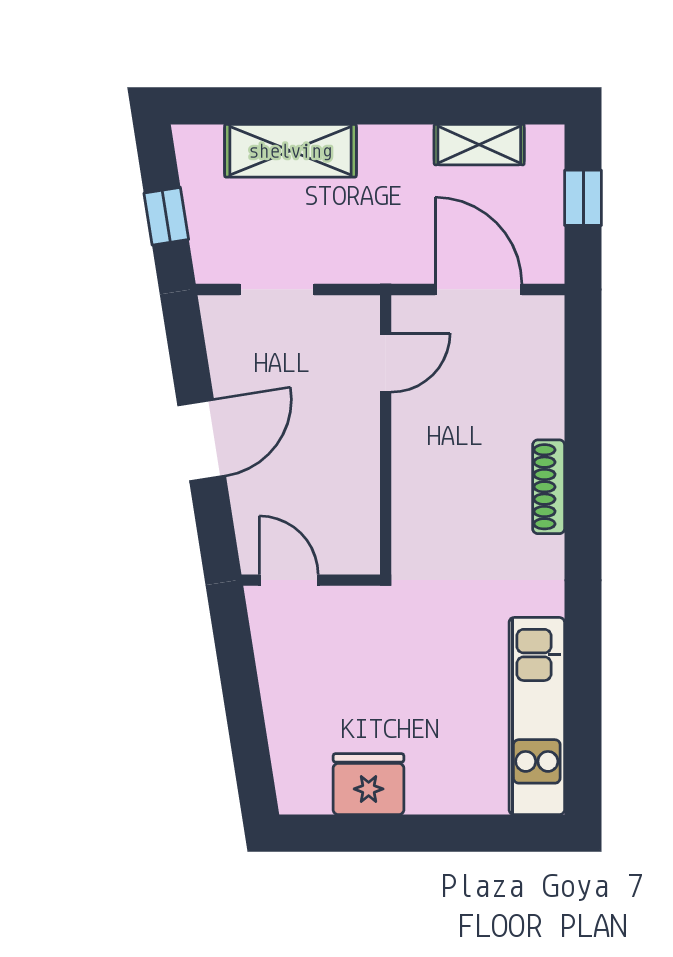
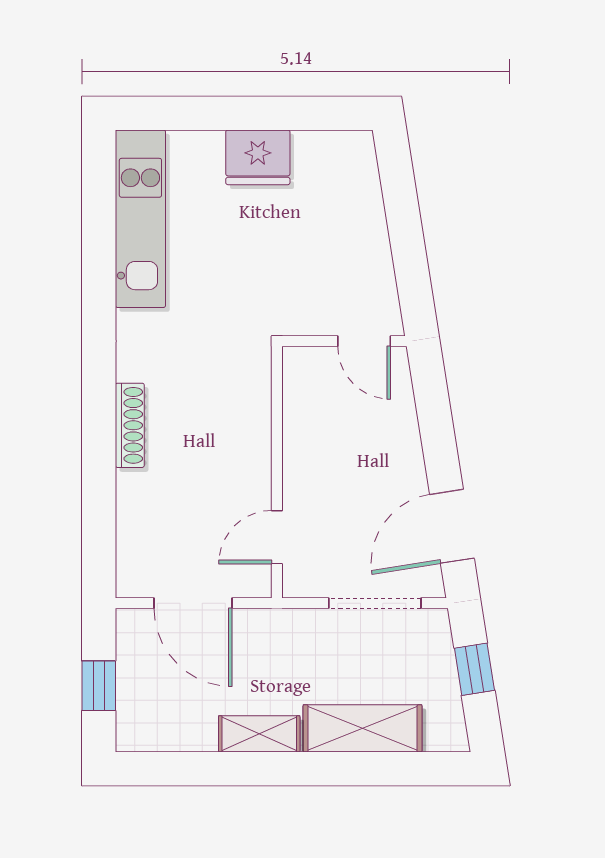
shelving: (479, 145) -> (259, 734), moved
doorway: (277, 289) -> (375, 603), width x1.38
door: (202, 440) -> (452, 526), moved
fridge: (369, 784) -> (258, 157), moved

